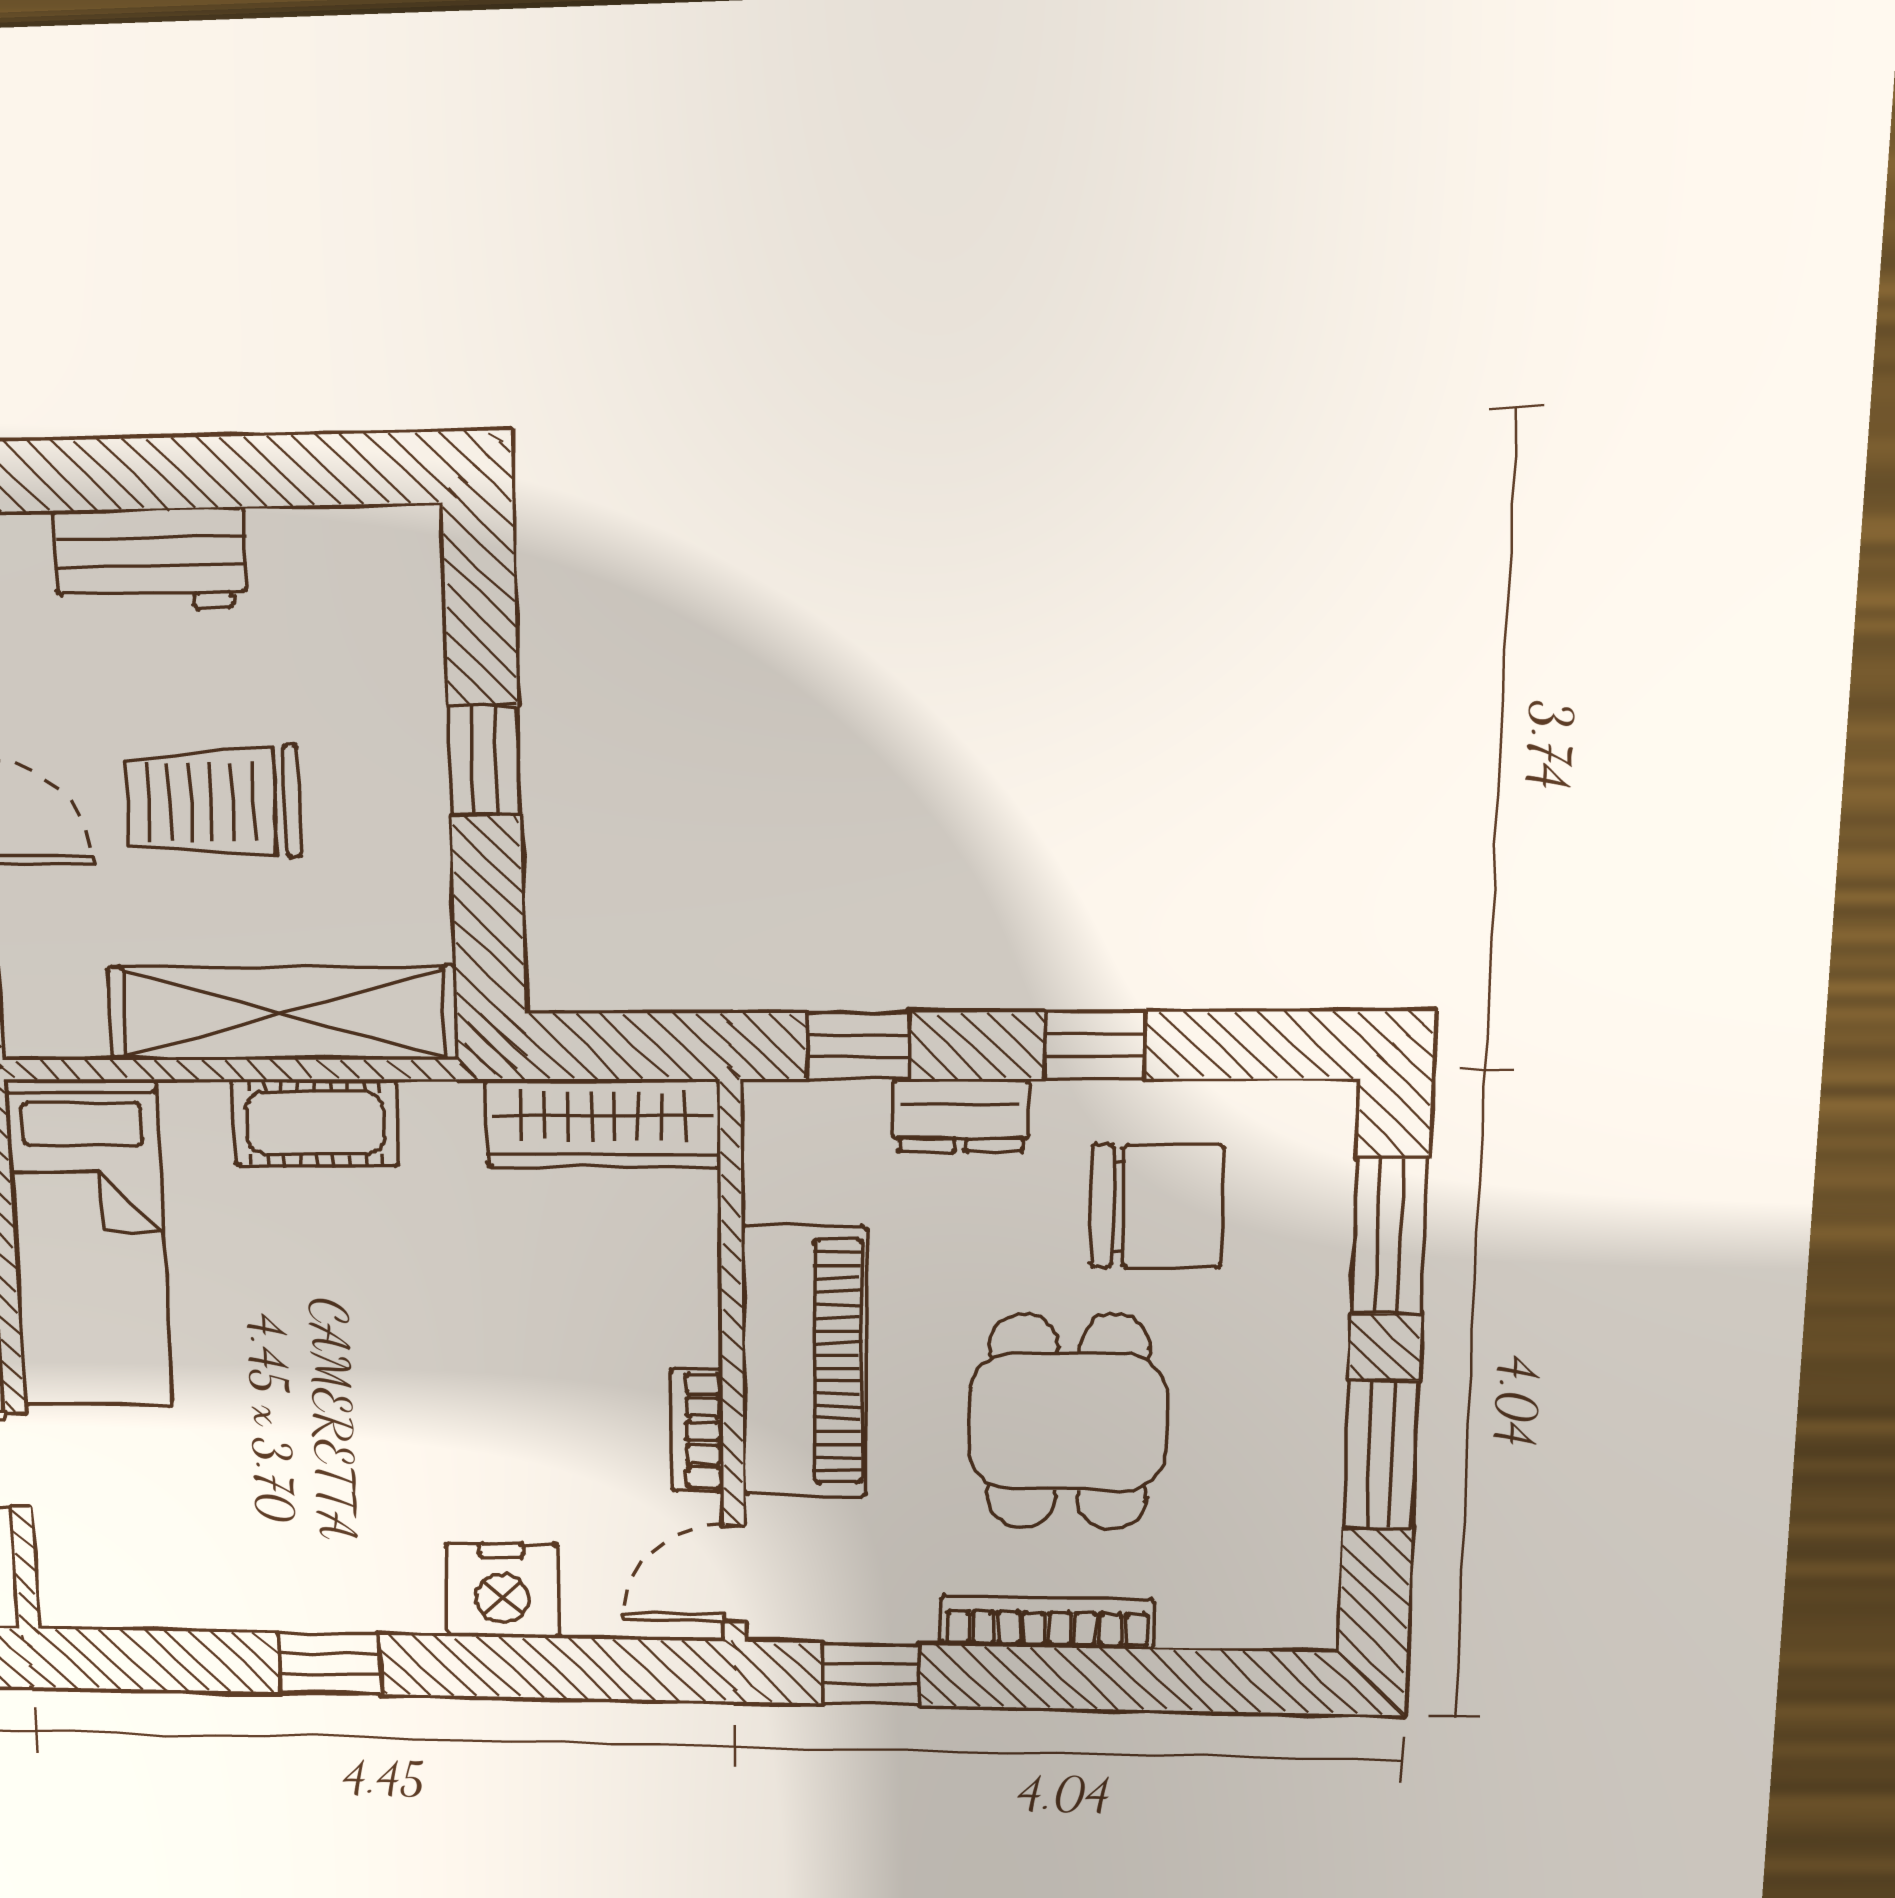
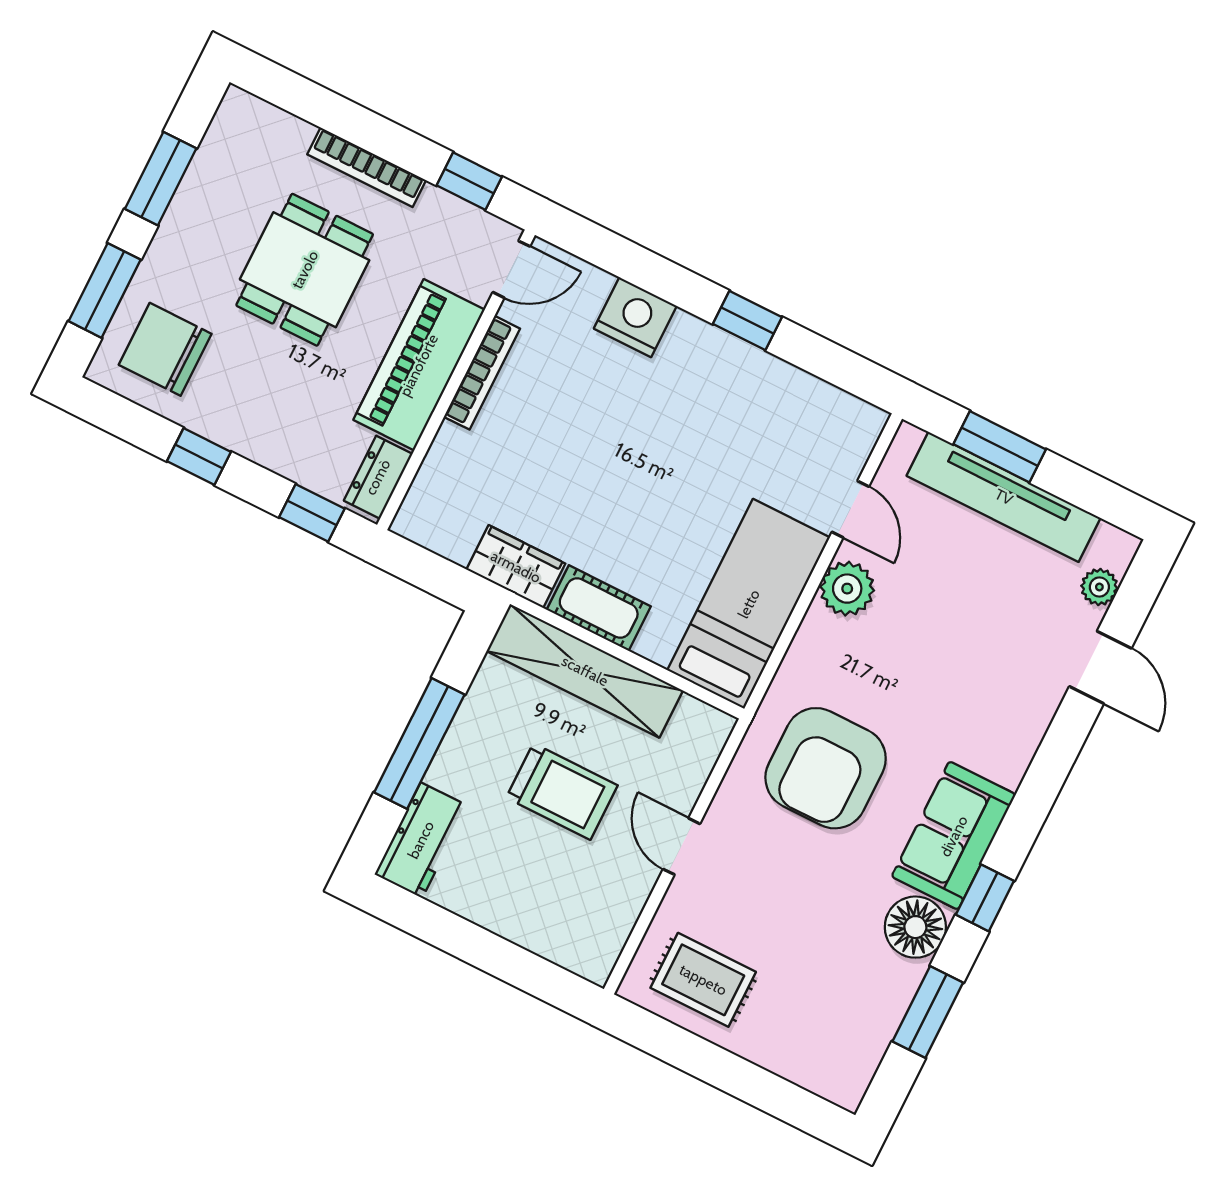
workbench: (150, 559) -> (421, 840), moved, turned 90
window: (484, 760) -> (419, 744), width x2.17
dresser: (961, 1115) -> (378, 477), moved, turned -90
wardrobe: (602, 1123) -> (516, 567), moved, width x0.67
chair: (1157, 1206) -> (165, 349), moved
bookcase: (697, 1431) -> (482, 373), width x1.56

